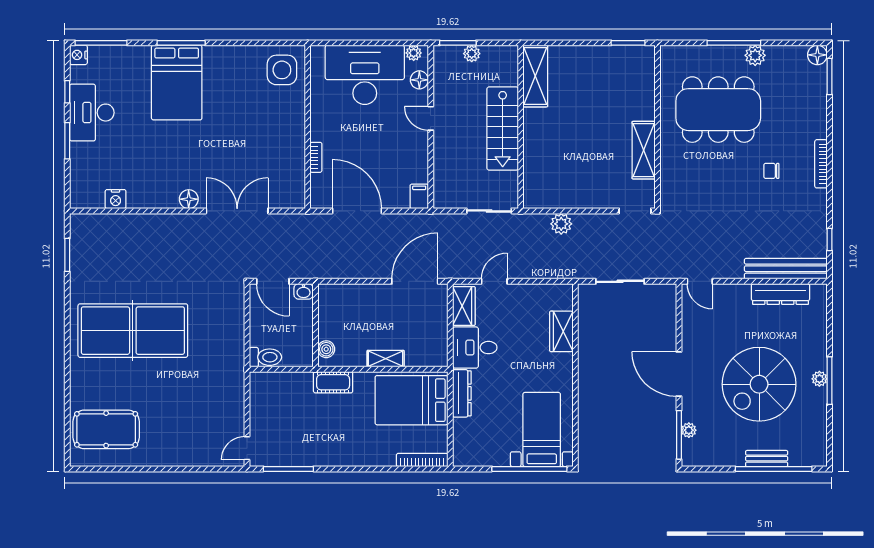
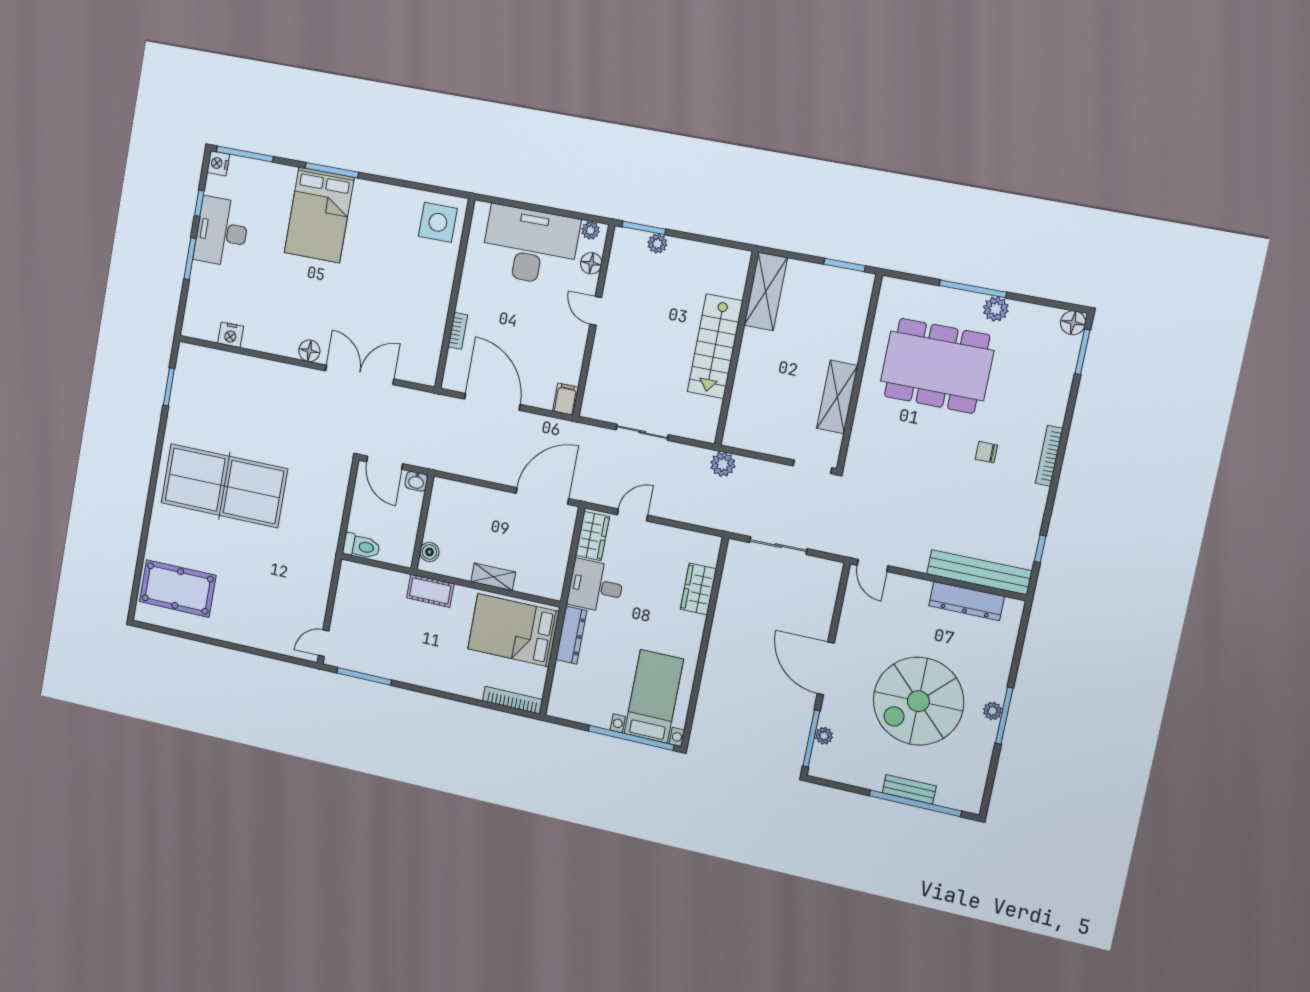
shelving: (535, 76) -> (766, 292), moved
wall: (521, 127) -> (737, 349), moved
stairs: (503, 129) -> (715, 346), moved

